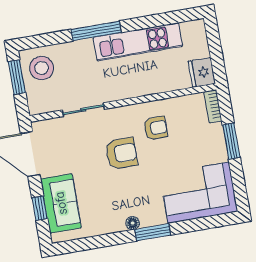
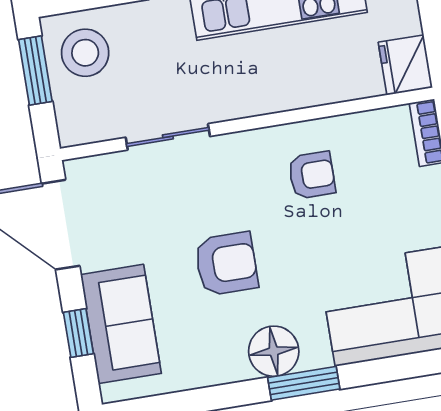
armchair: (121, 153) -> (226, 264), moved
floor lamp: (133, 223) -> (274, 351), width x1.89, depth x1.89

